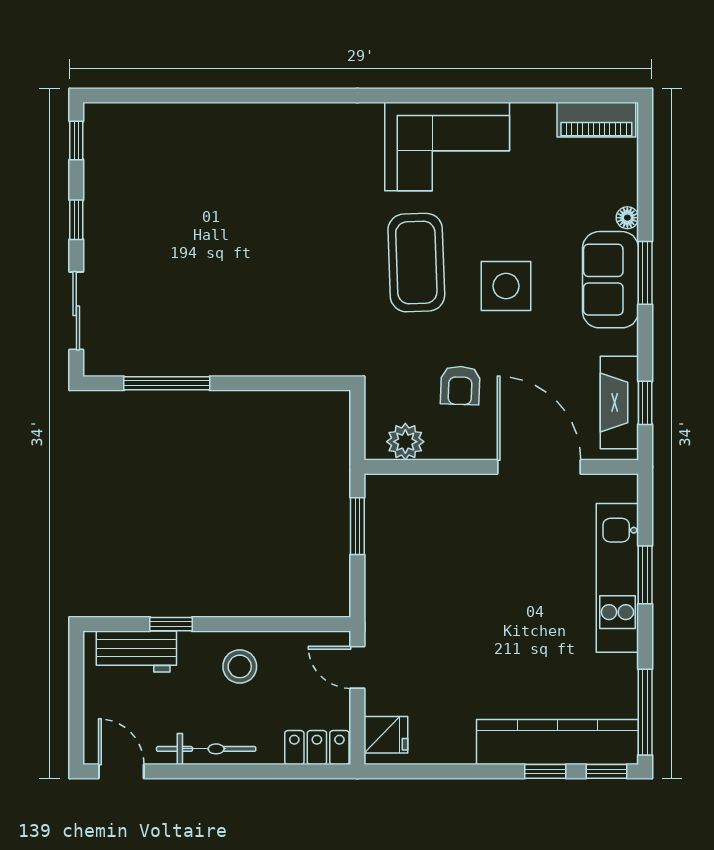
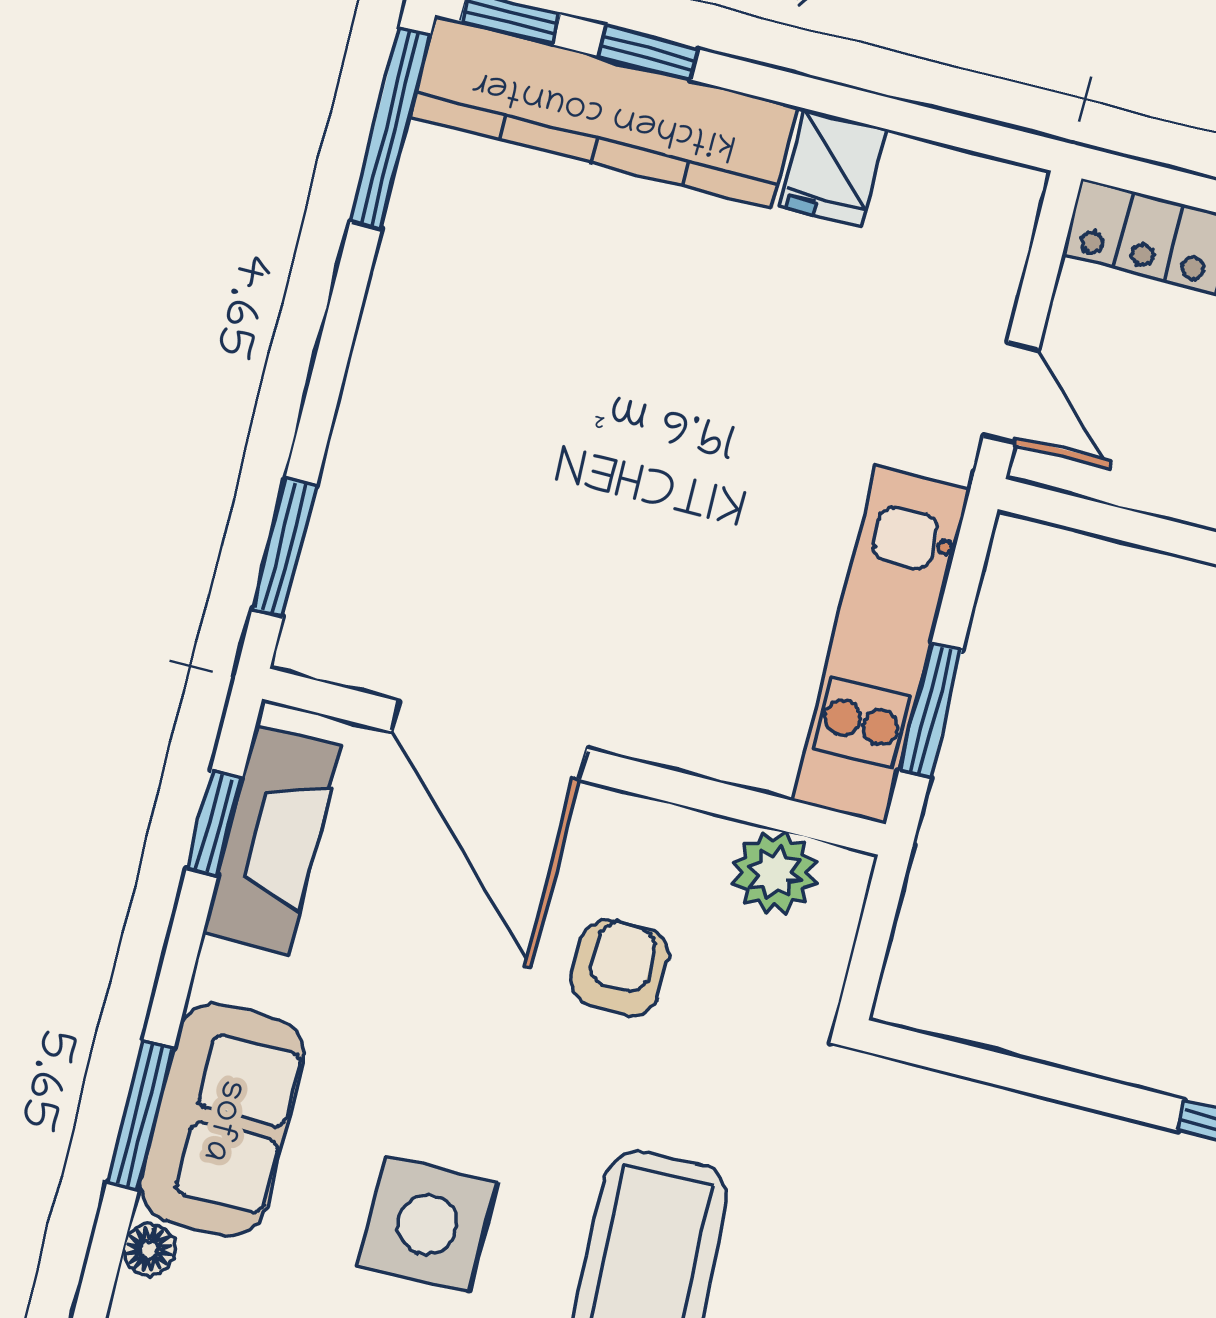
side table: (506, 286) -> (427, 1224), moved
window: (645, 575) -> (284, 547), moved
kitchen unit: (617, 578) -> (881, 645), moved, turned 180
fridge: (386, 735) -> (833, 168), moved, turned -90

